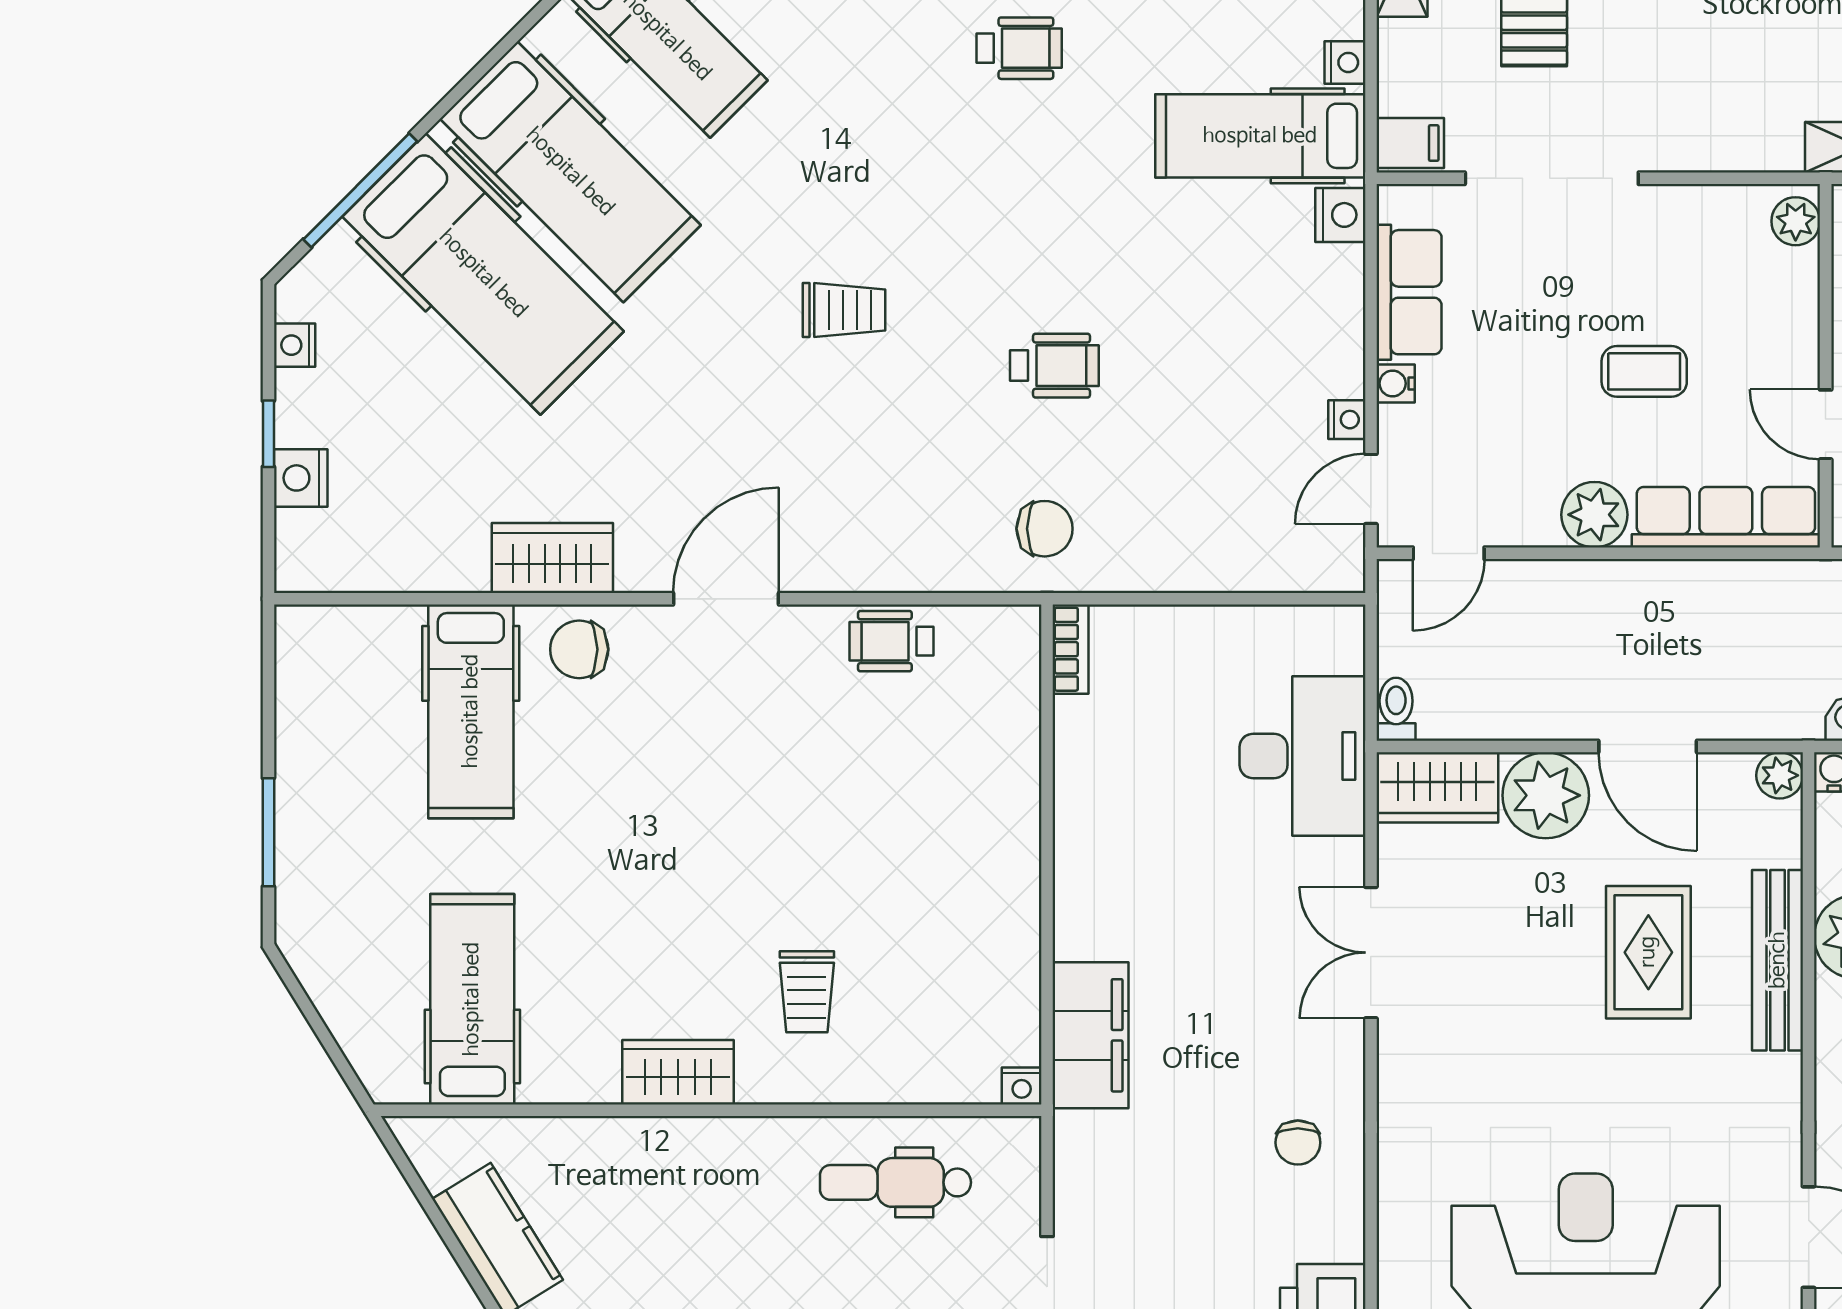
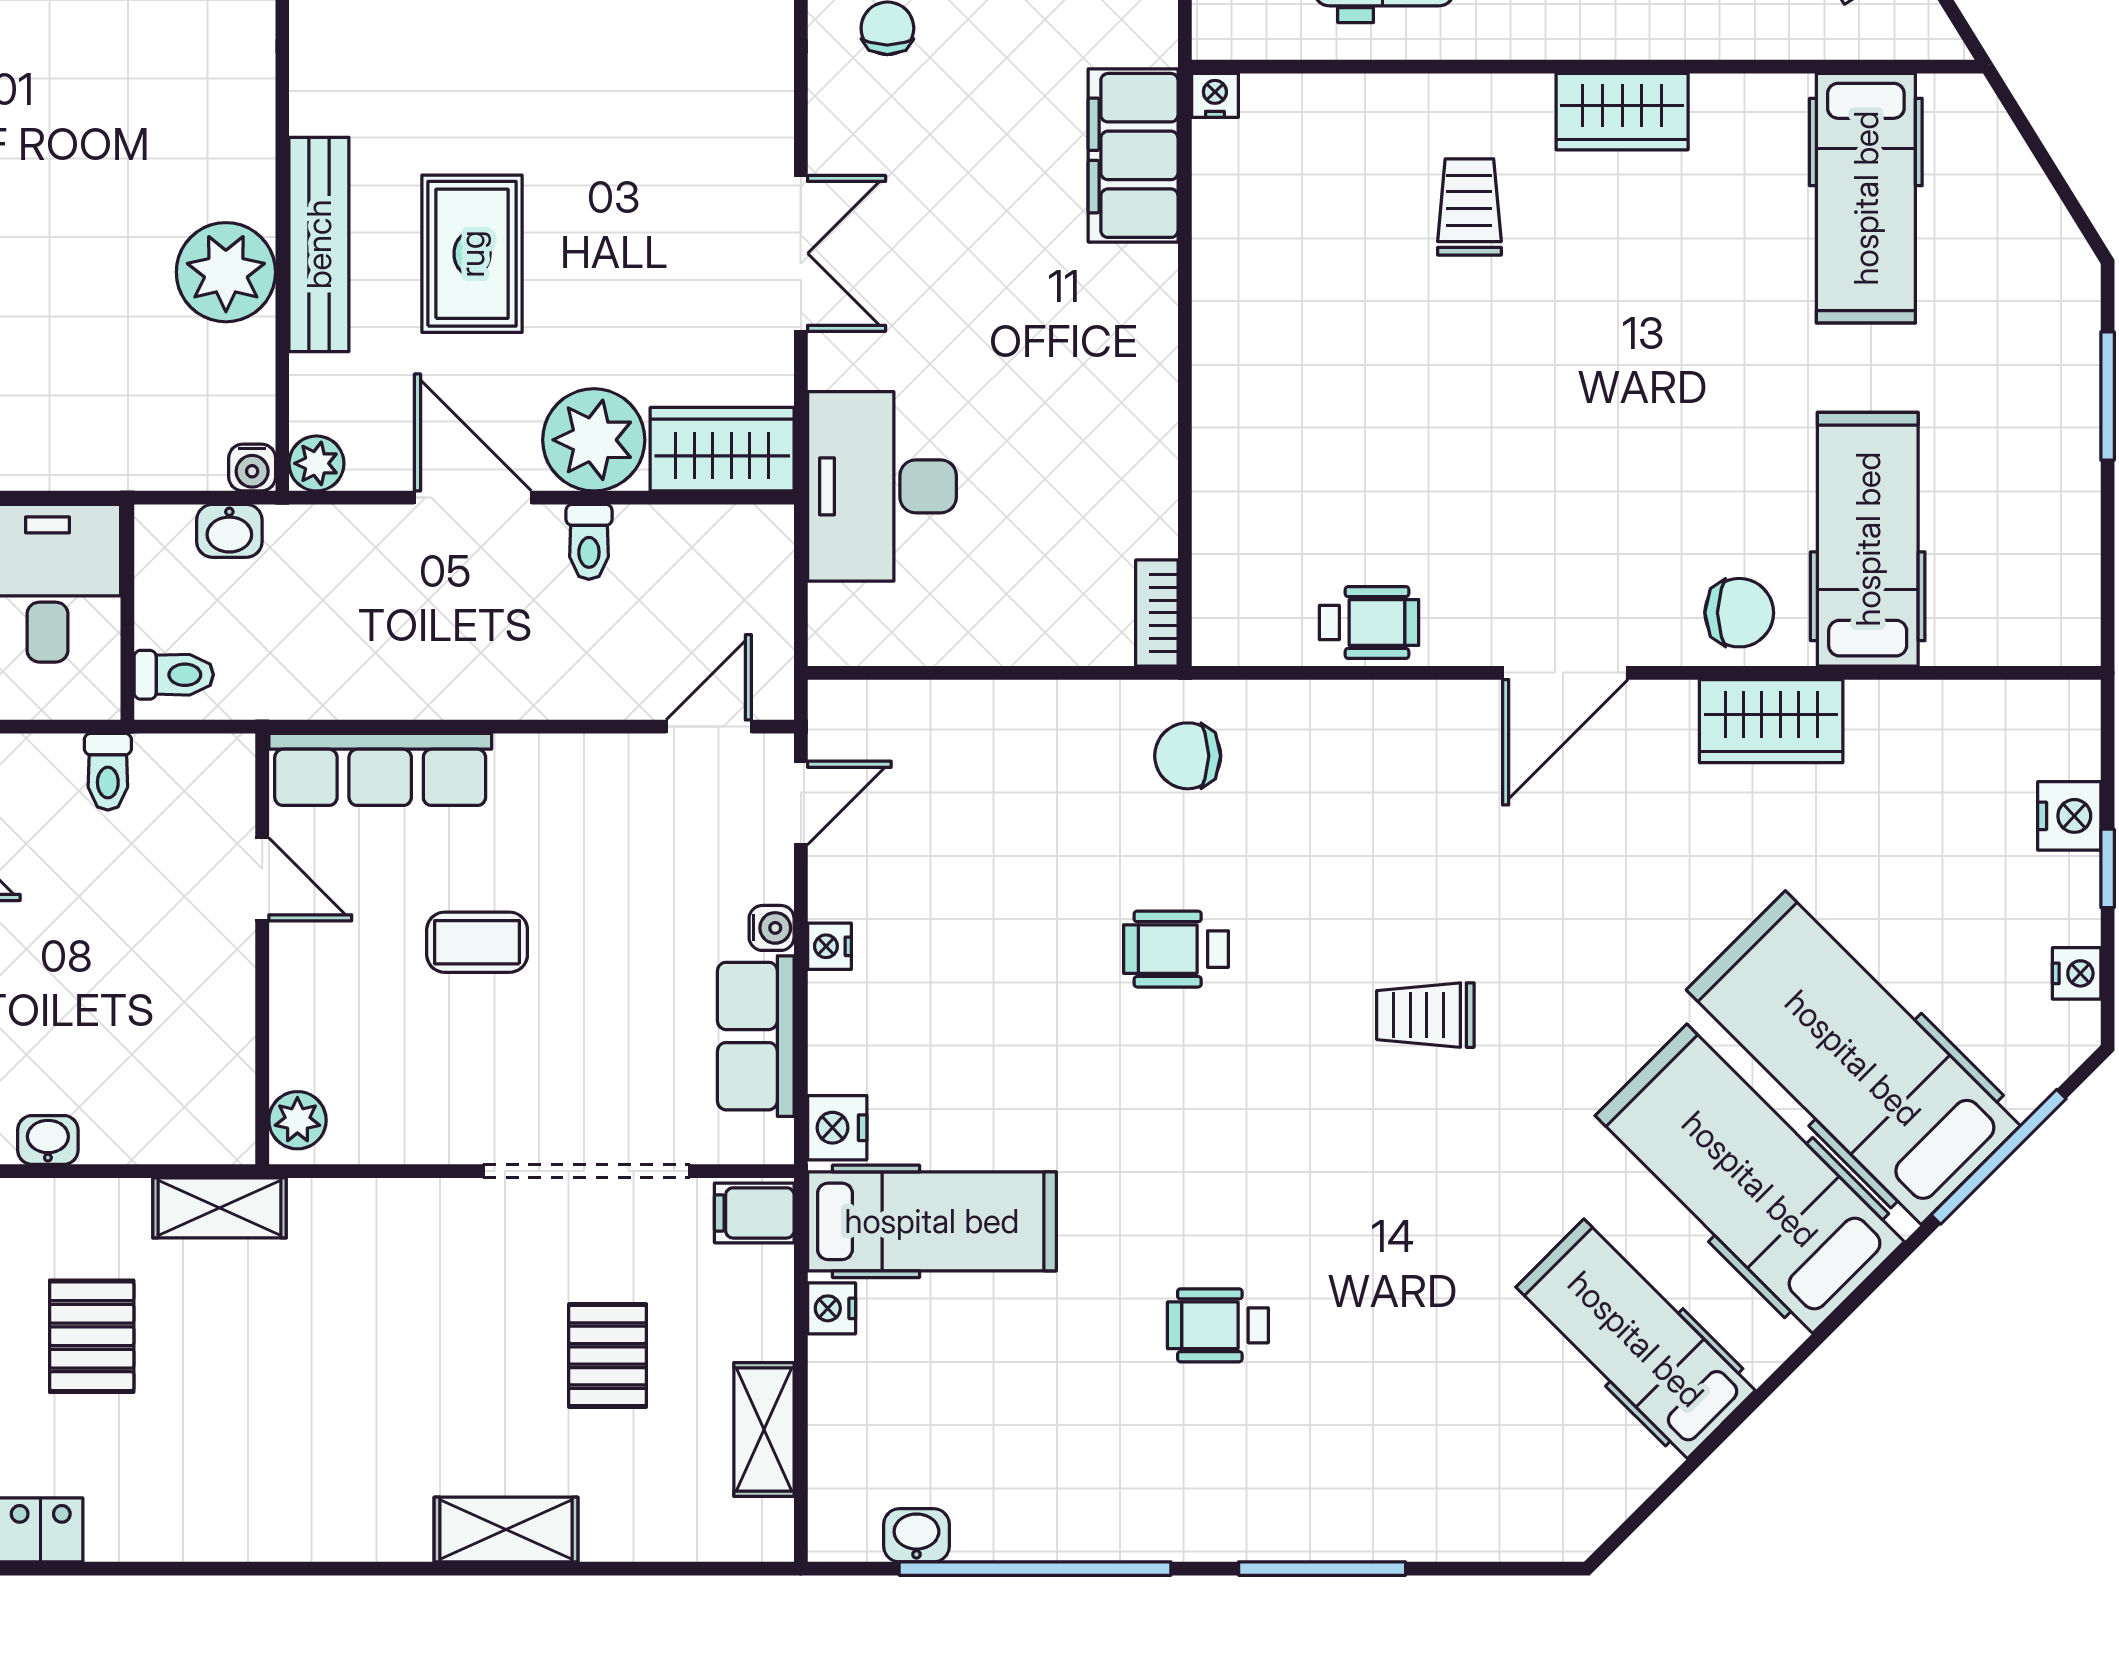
nightstand: (1347, 420) -> (829, 946), moved
plant: (1594, 515) -> (536, 772), removed
toilet: (1396, 709) -> (589, 542), moved

